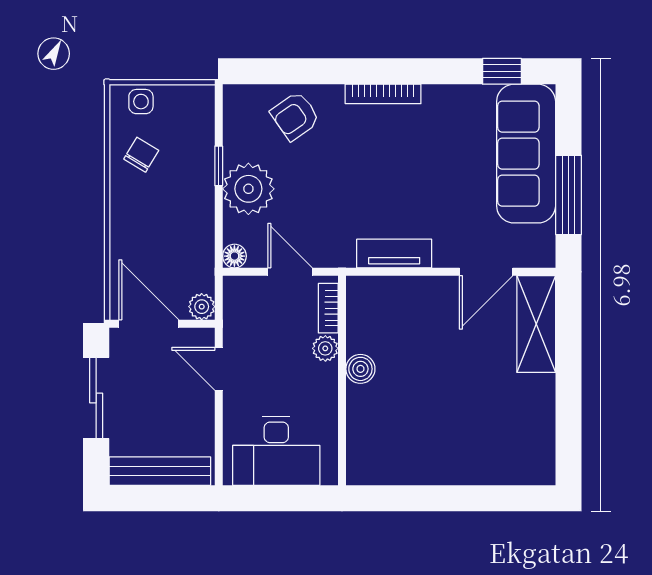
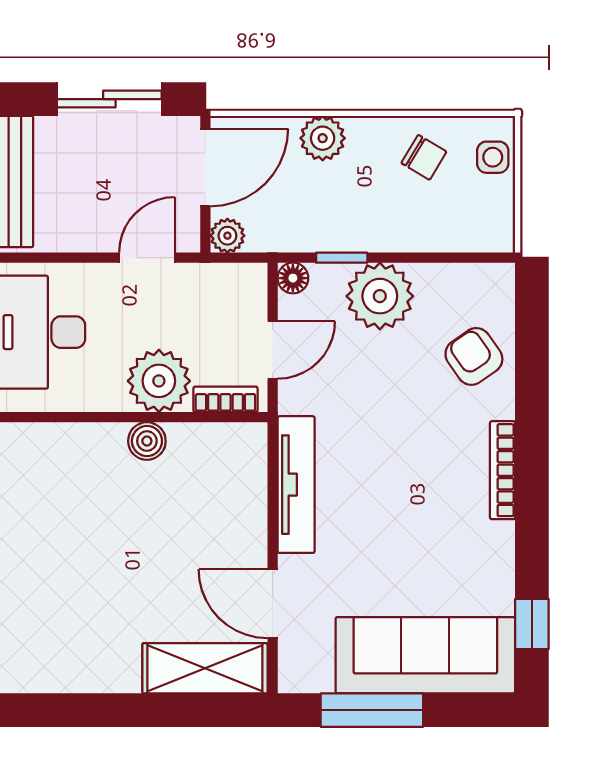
window: (219, 166) -> (342, 258), moved
plant: (126, 233) -> (323, 138), added
tv unit: (394, 254) -> (296, 485), width x1.41
plant: (325, 348) -> (159, 381), width x1.87, depth x1.87

